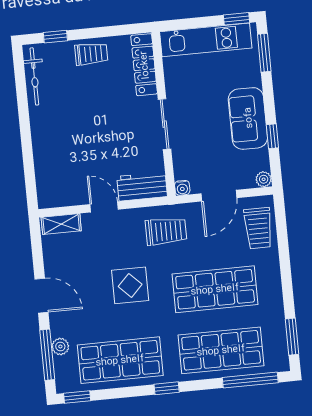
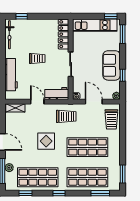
trolley: (91, 54) -> (37, 58), moved
workbench: (46, 157) -> (11, 75), added
door: (219, 196) -> (94, 102), swing flipped
window: (250, 380) -> (100, 193), width x0.69
window: (77, 397) -> (26, 193), moved

